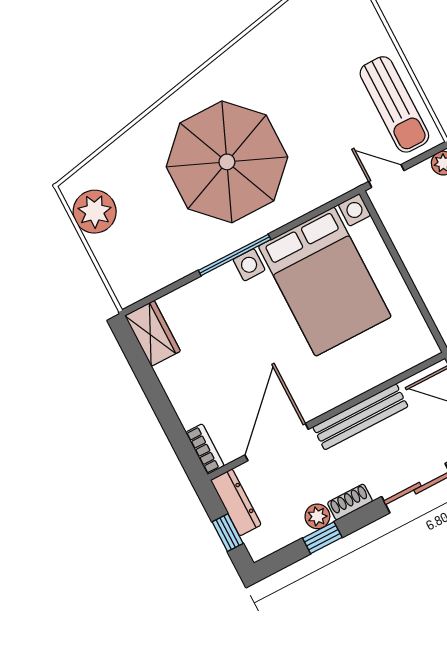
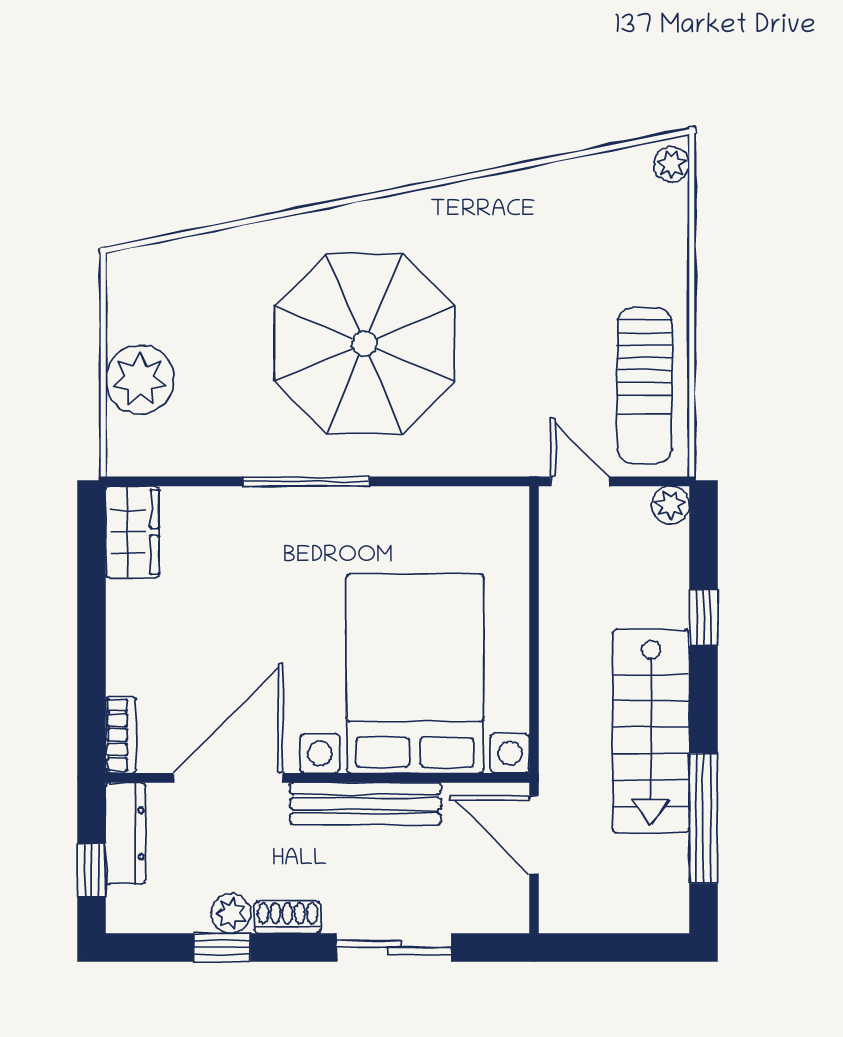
plant: (95, 212) -> (140, 379), moved
bed with nightstands: (325, 282) -> (415, 674), moved, turned 180

